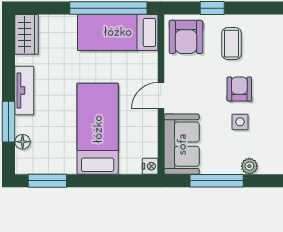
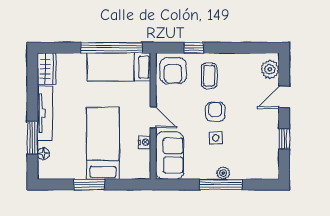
tv unit: (24, 91) -> (45, 113), width x1.41
door: (161, 96) -> (153, 117), swing flipped
nightstand: (150, 166) -> (145, 142), moved
window: (47, 181) -> (89, 185), moved
window: (217, 181) -> (221, 185), moved

